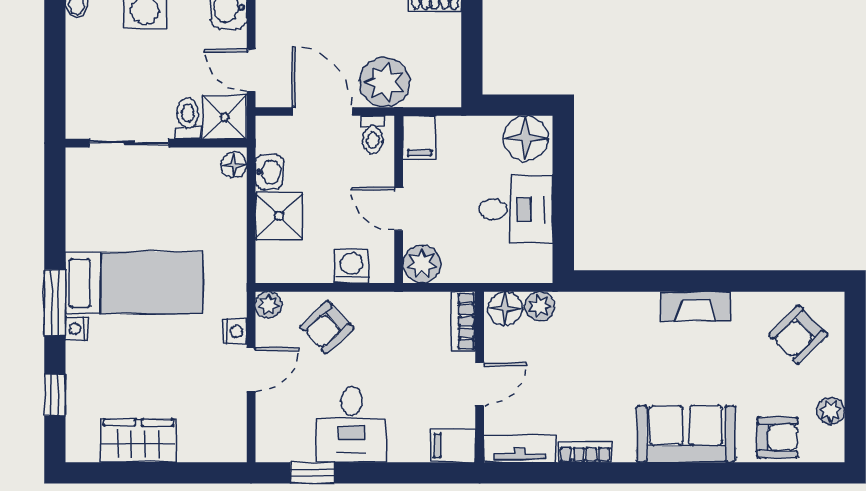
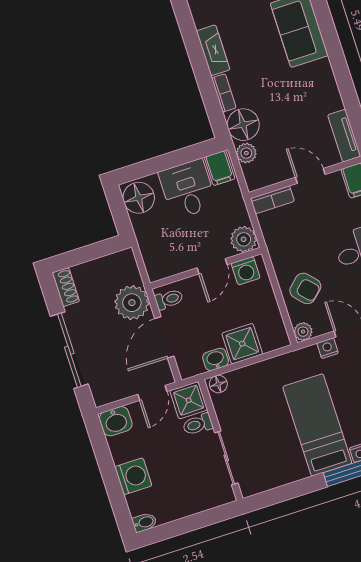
filing cabinet: (419, 138) -> (220, 168), moved, turned 90
washing machine: (352, 266) -> (246, 271), moved, turned -90
floor lamp: (505, 308) -> (243, 125), moved, width x1.38, depth x1.38
bookcase: (585, 452) -> (224, 93), moved, turned 180

